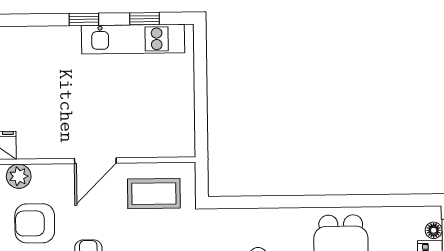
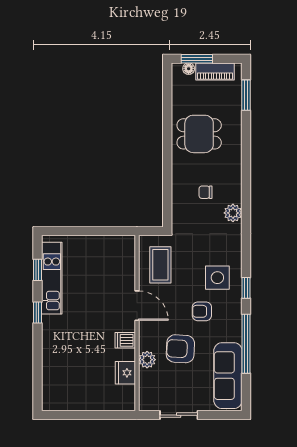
dishwasher: (46, 145) -> (125, 340), added
armchair: (35, 223) -> (180, 349), turned 93

